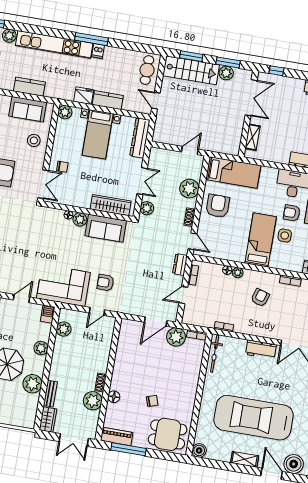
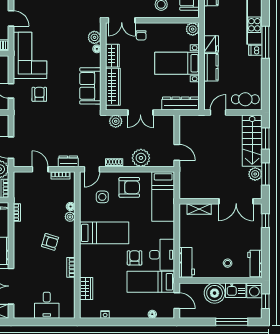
wardrobe: (78, 200) -> (112, 56), added
plant: (80, 219) -> (94, 37), moved
side table: (285, 235) -> (102, 197), moved

